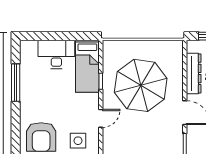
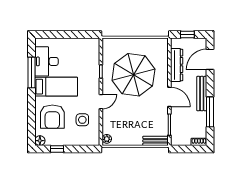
desk: (56, 54) -> (46, 61), moved, turned -90
bed: (87, 66) -> (56, 87), moved, turned -90

